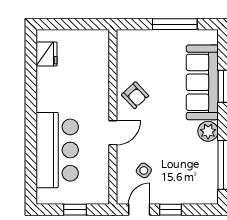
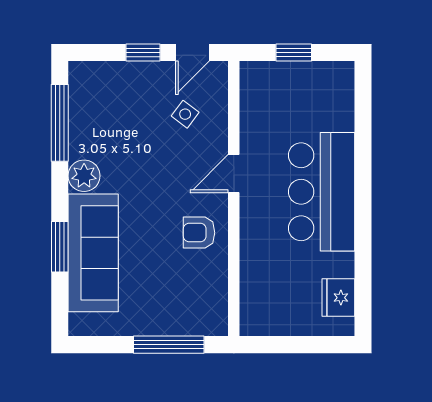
window: (175, 24) -> (169, 345), moved
armchair: (135, 95) -> (199, 233), turned -47
bar counter: (57, 150) -> (322, 192), moved

